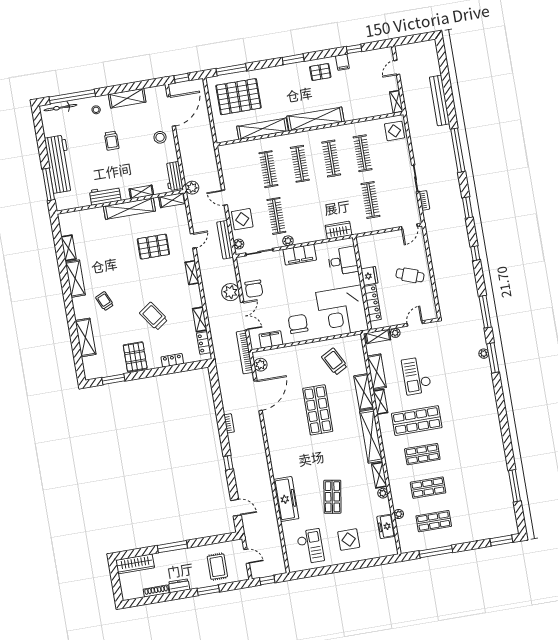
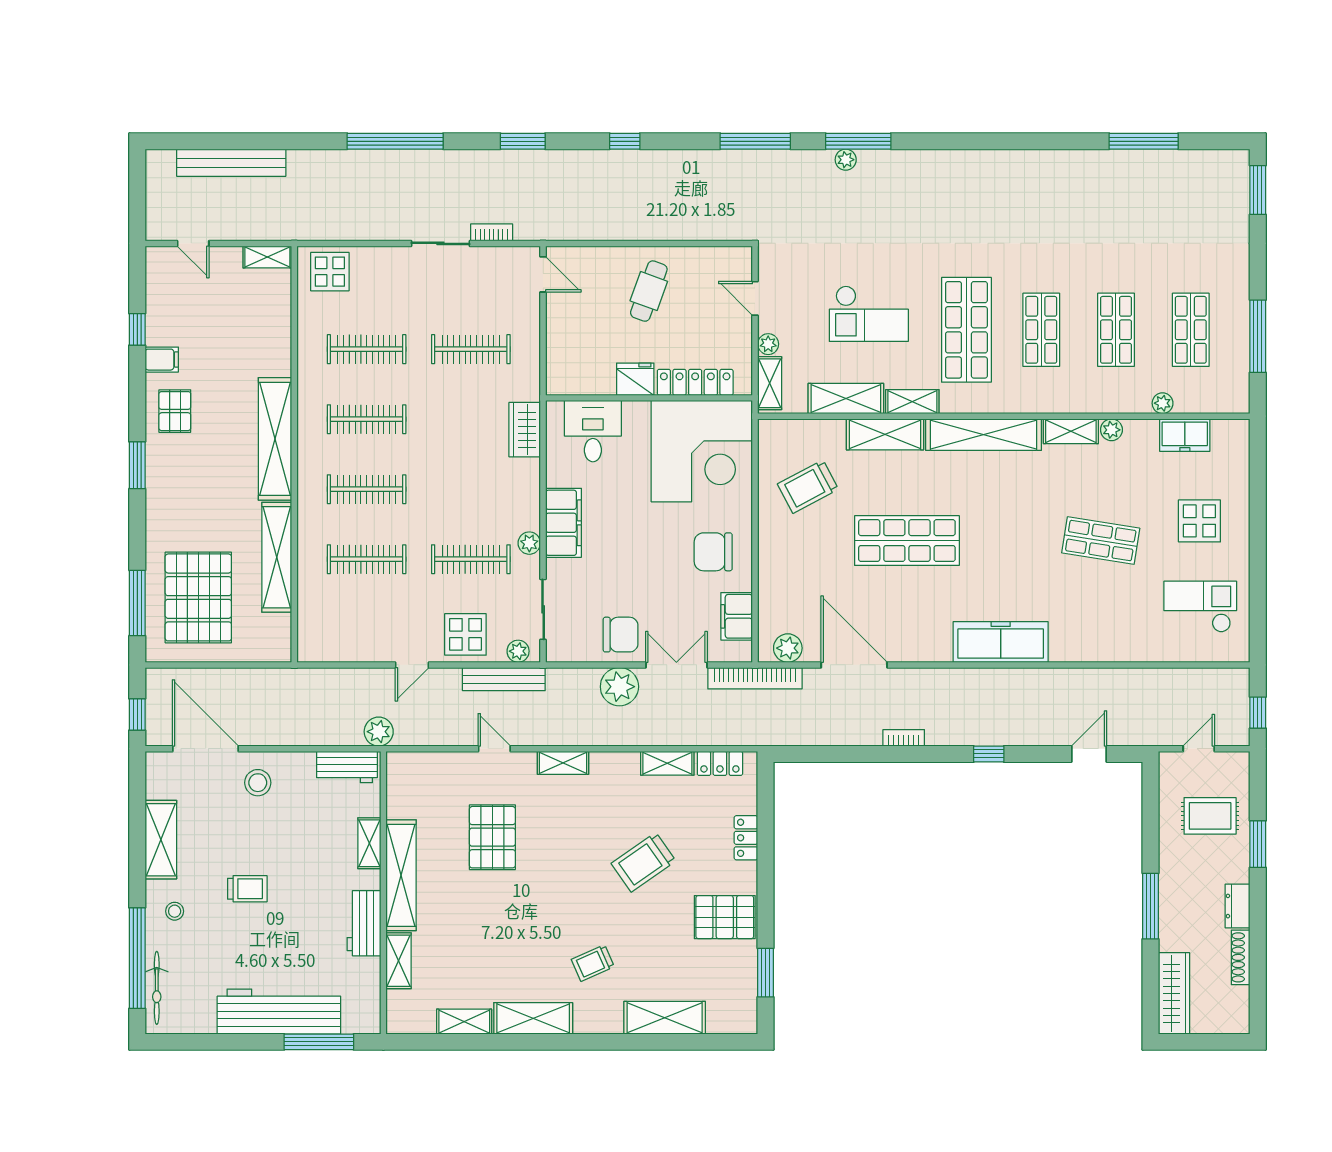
bench: (440, 100) -> (231, 163), moved
shelving: (172, 200) -> (399, 961), moved
freezer: (286, 499) -> (1001, 642), moved

